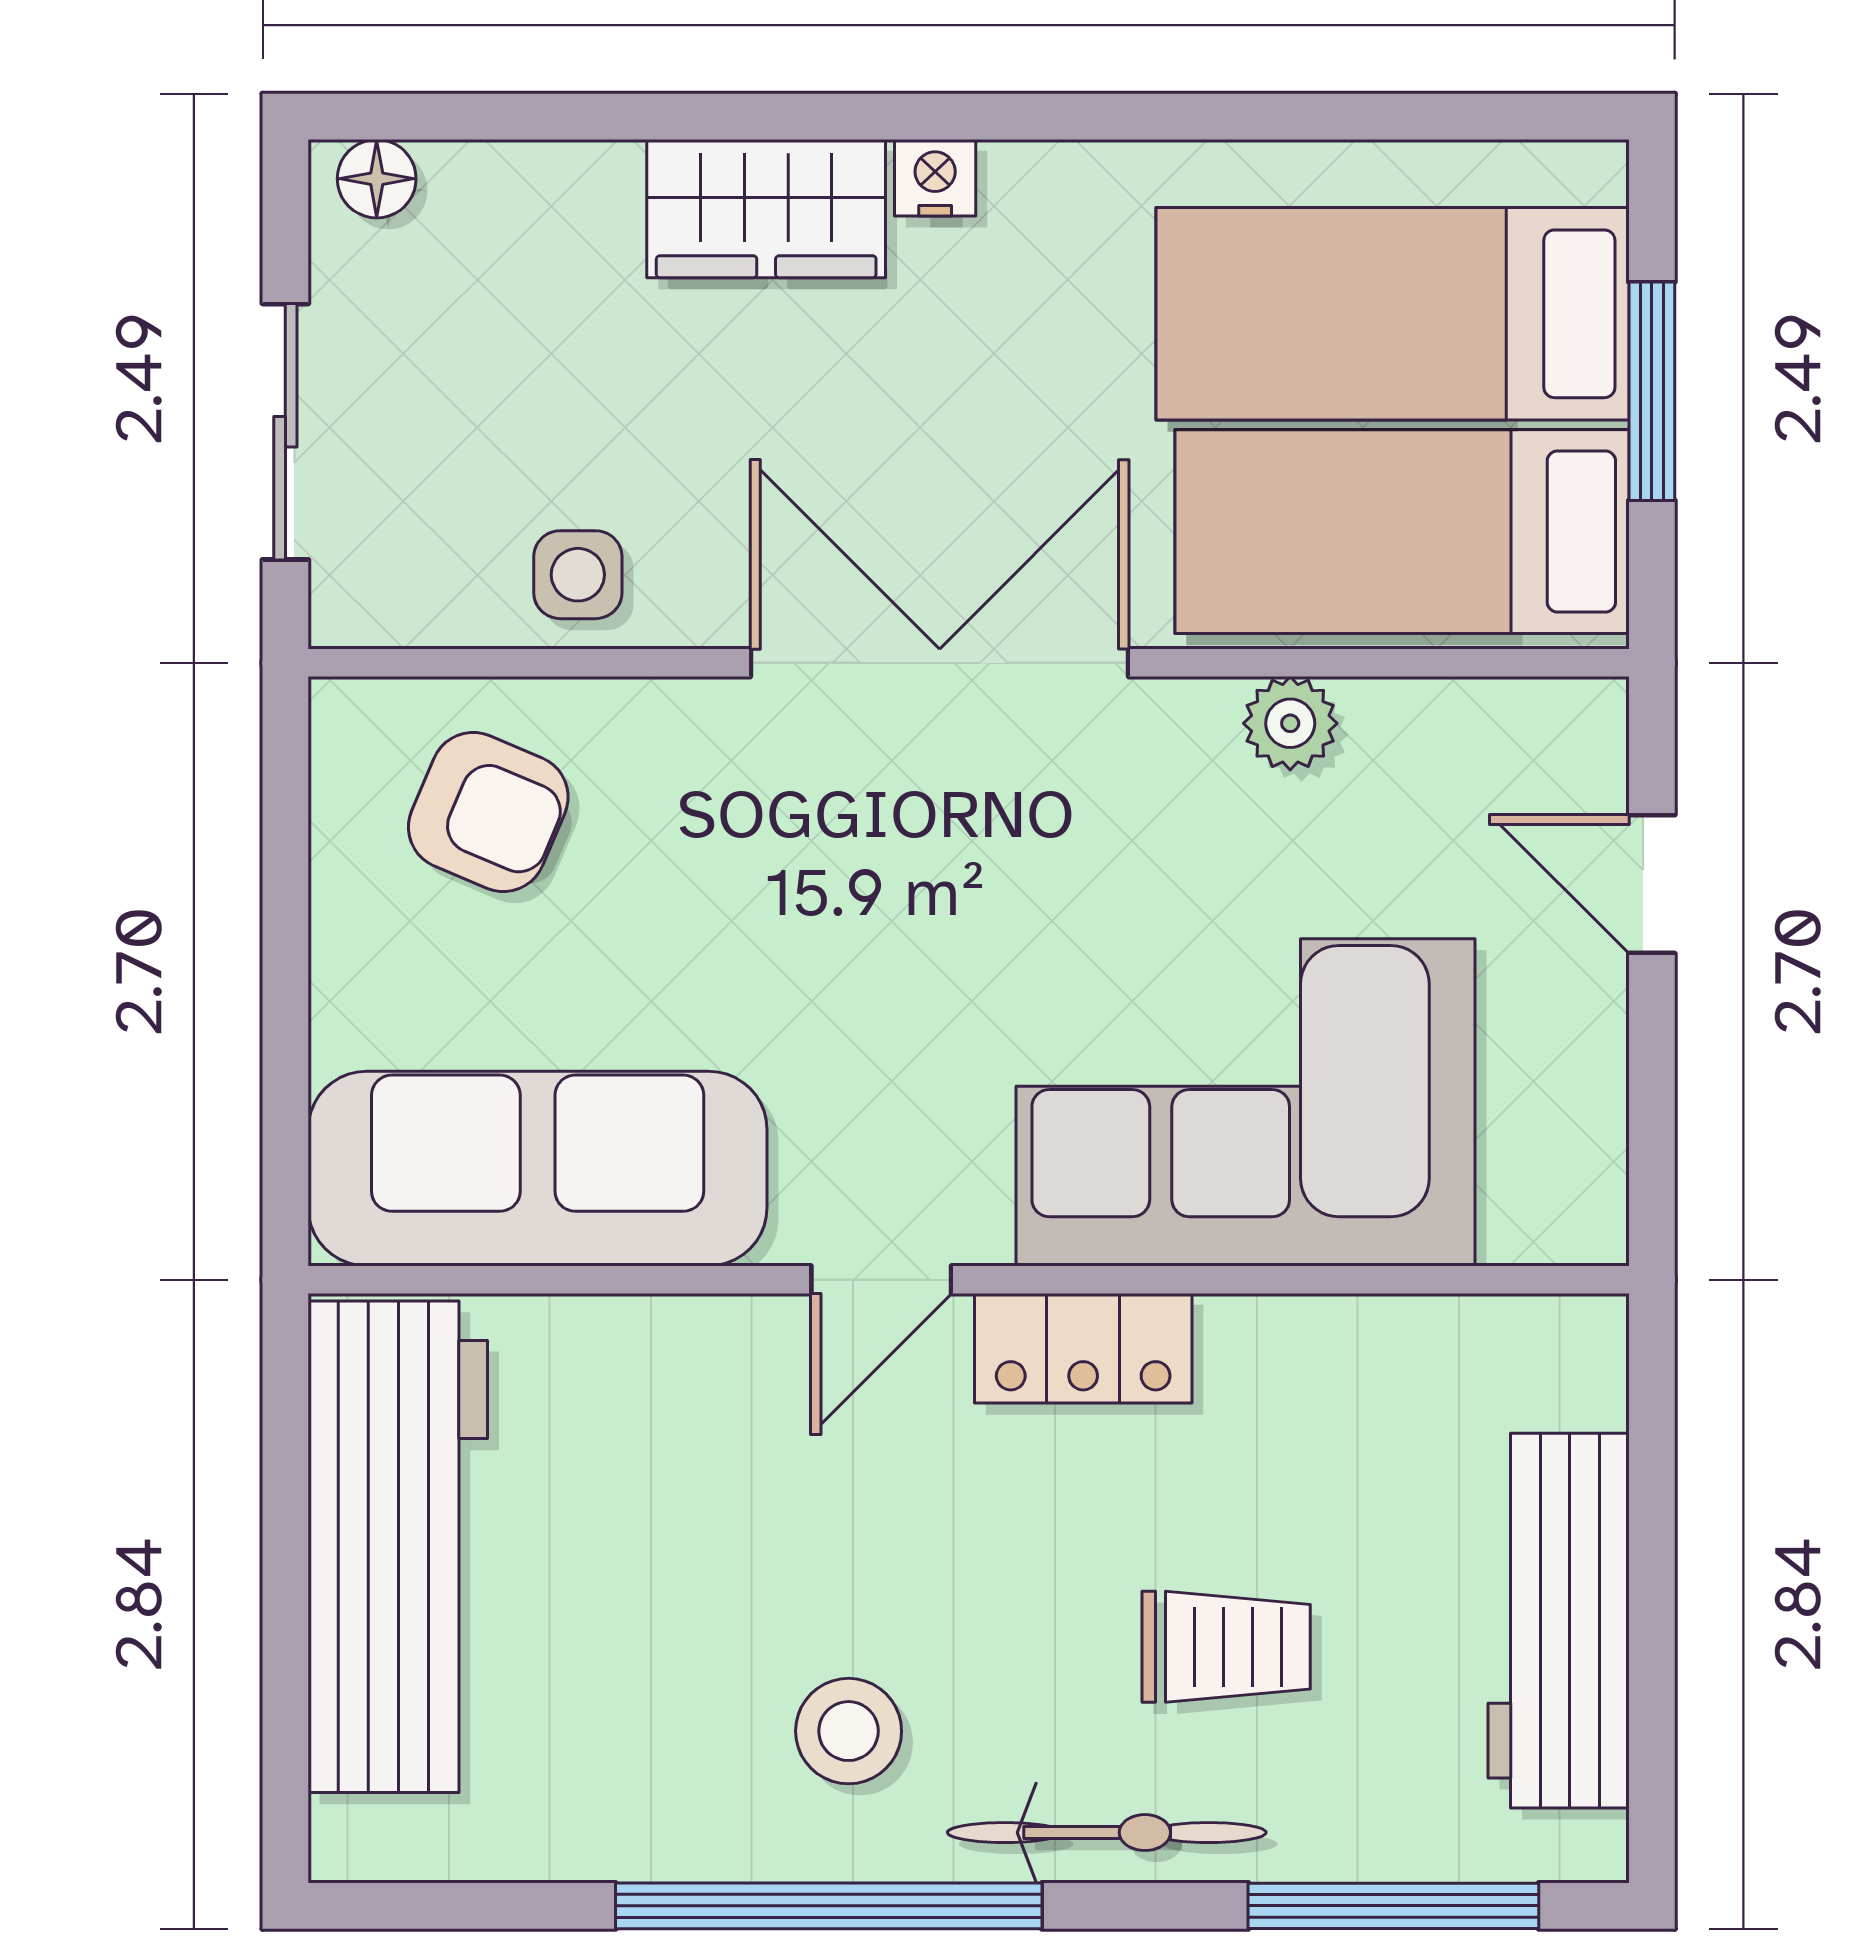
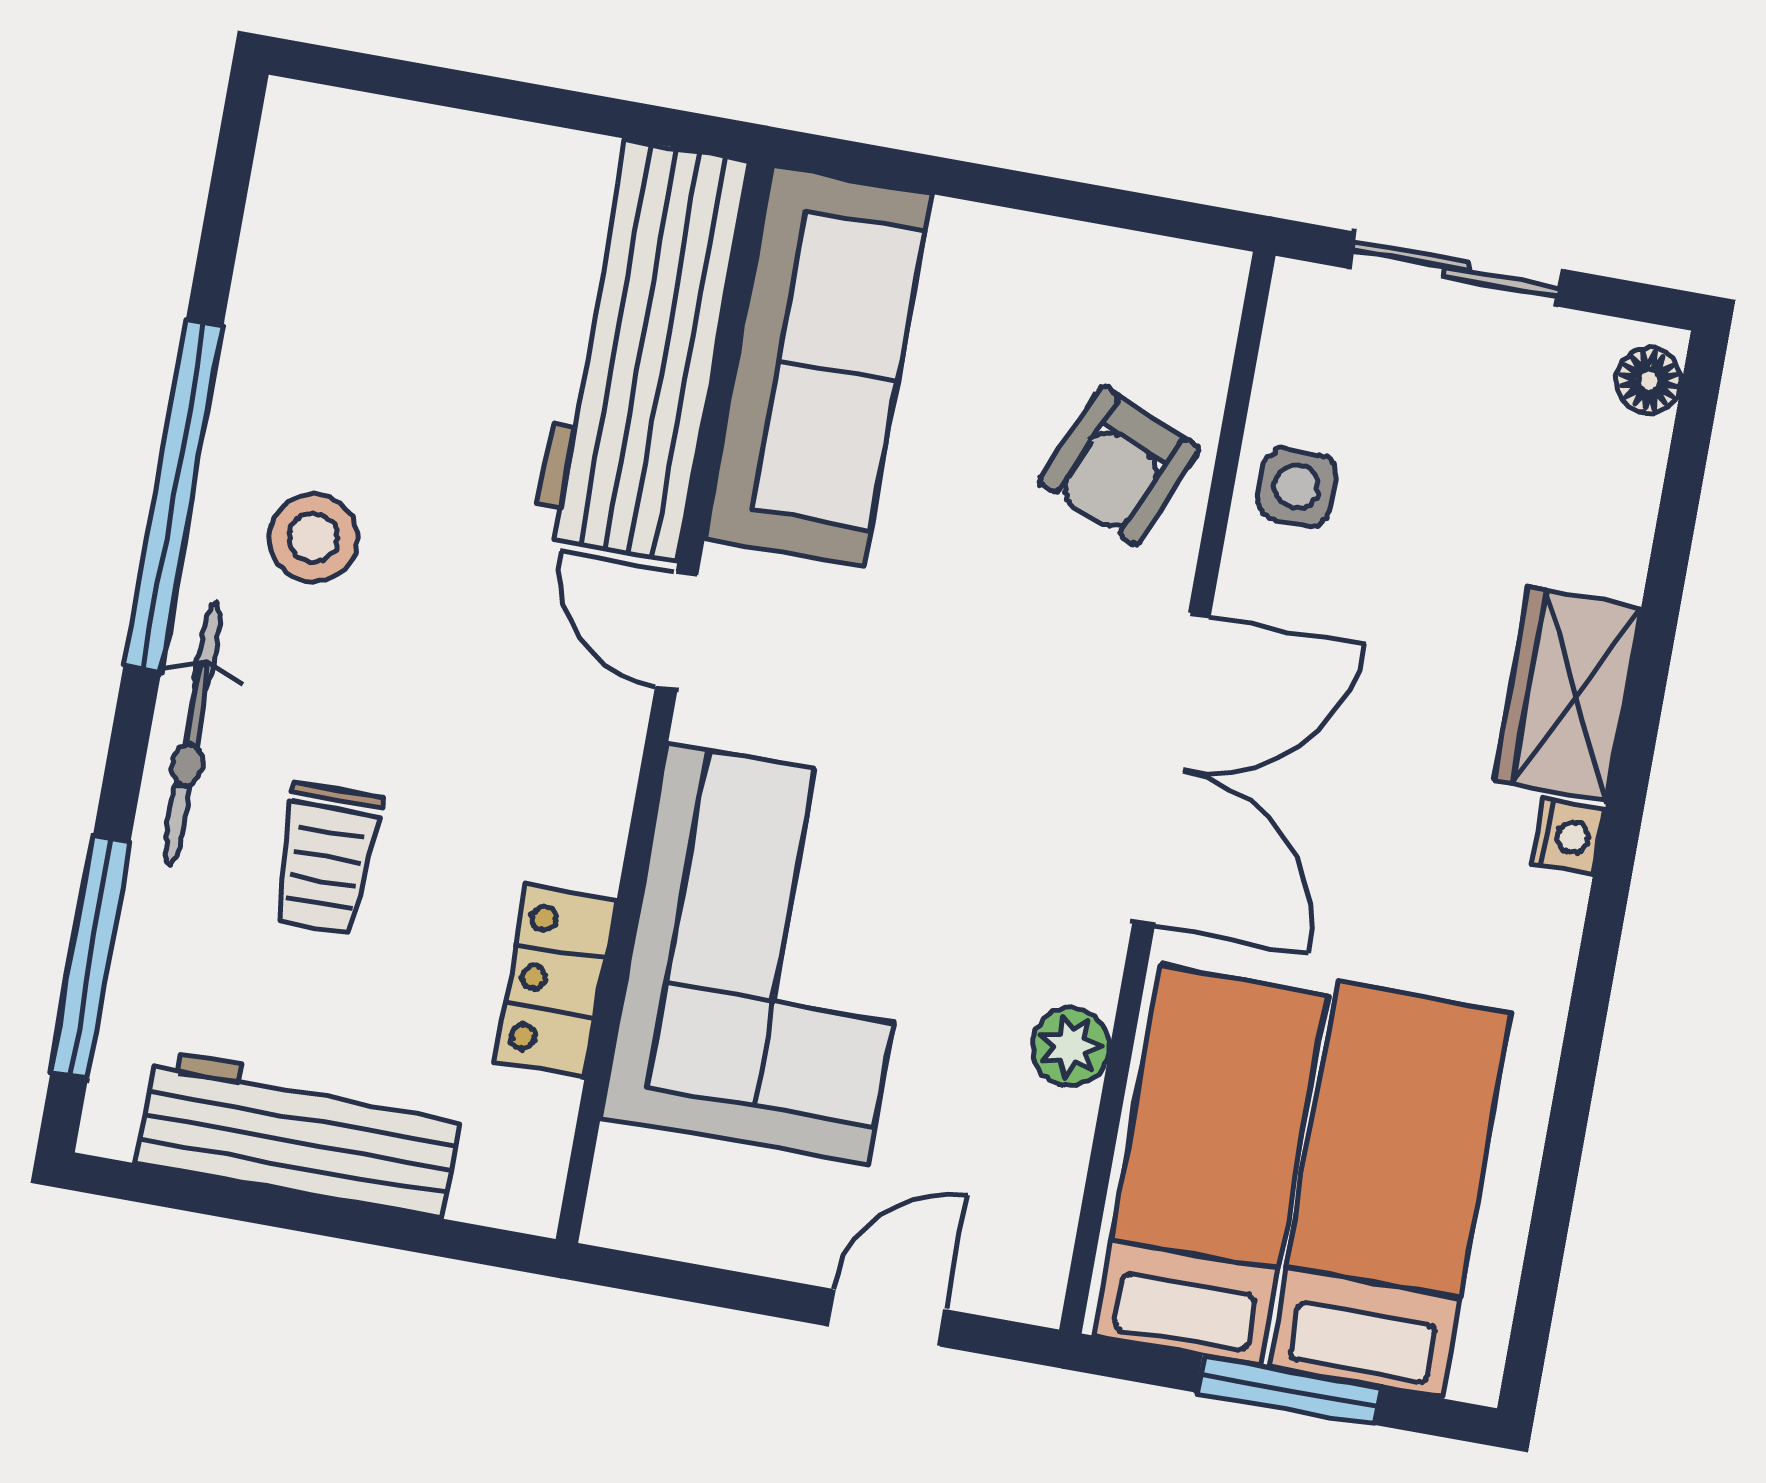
armchair: (488, 812) -> (1119, 465), moved
locker: (1083, 1348) -> (556, 982), moved
workbench: (398, 1547) -> (640, 349), moved, turned 90

